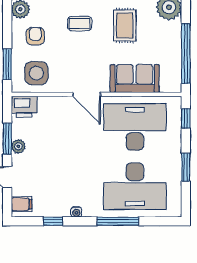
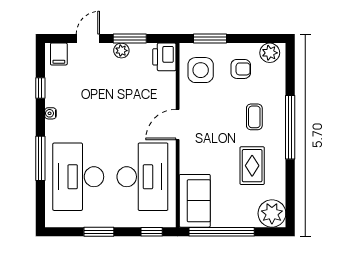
rug: (125, 26) -> (252, 166), turned 90
sofa: (135, 79) -> (195, 201), moved

